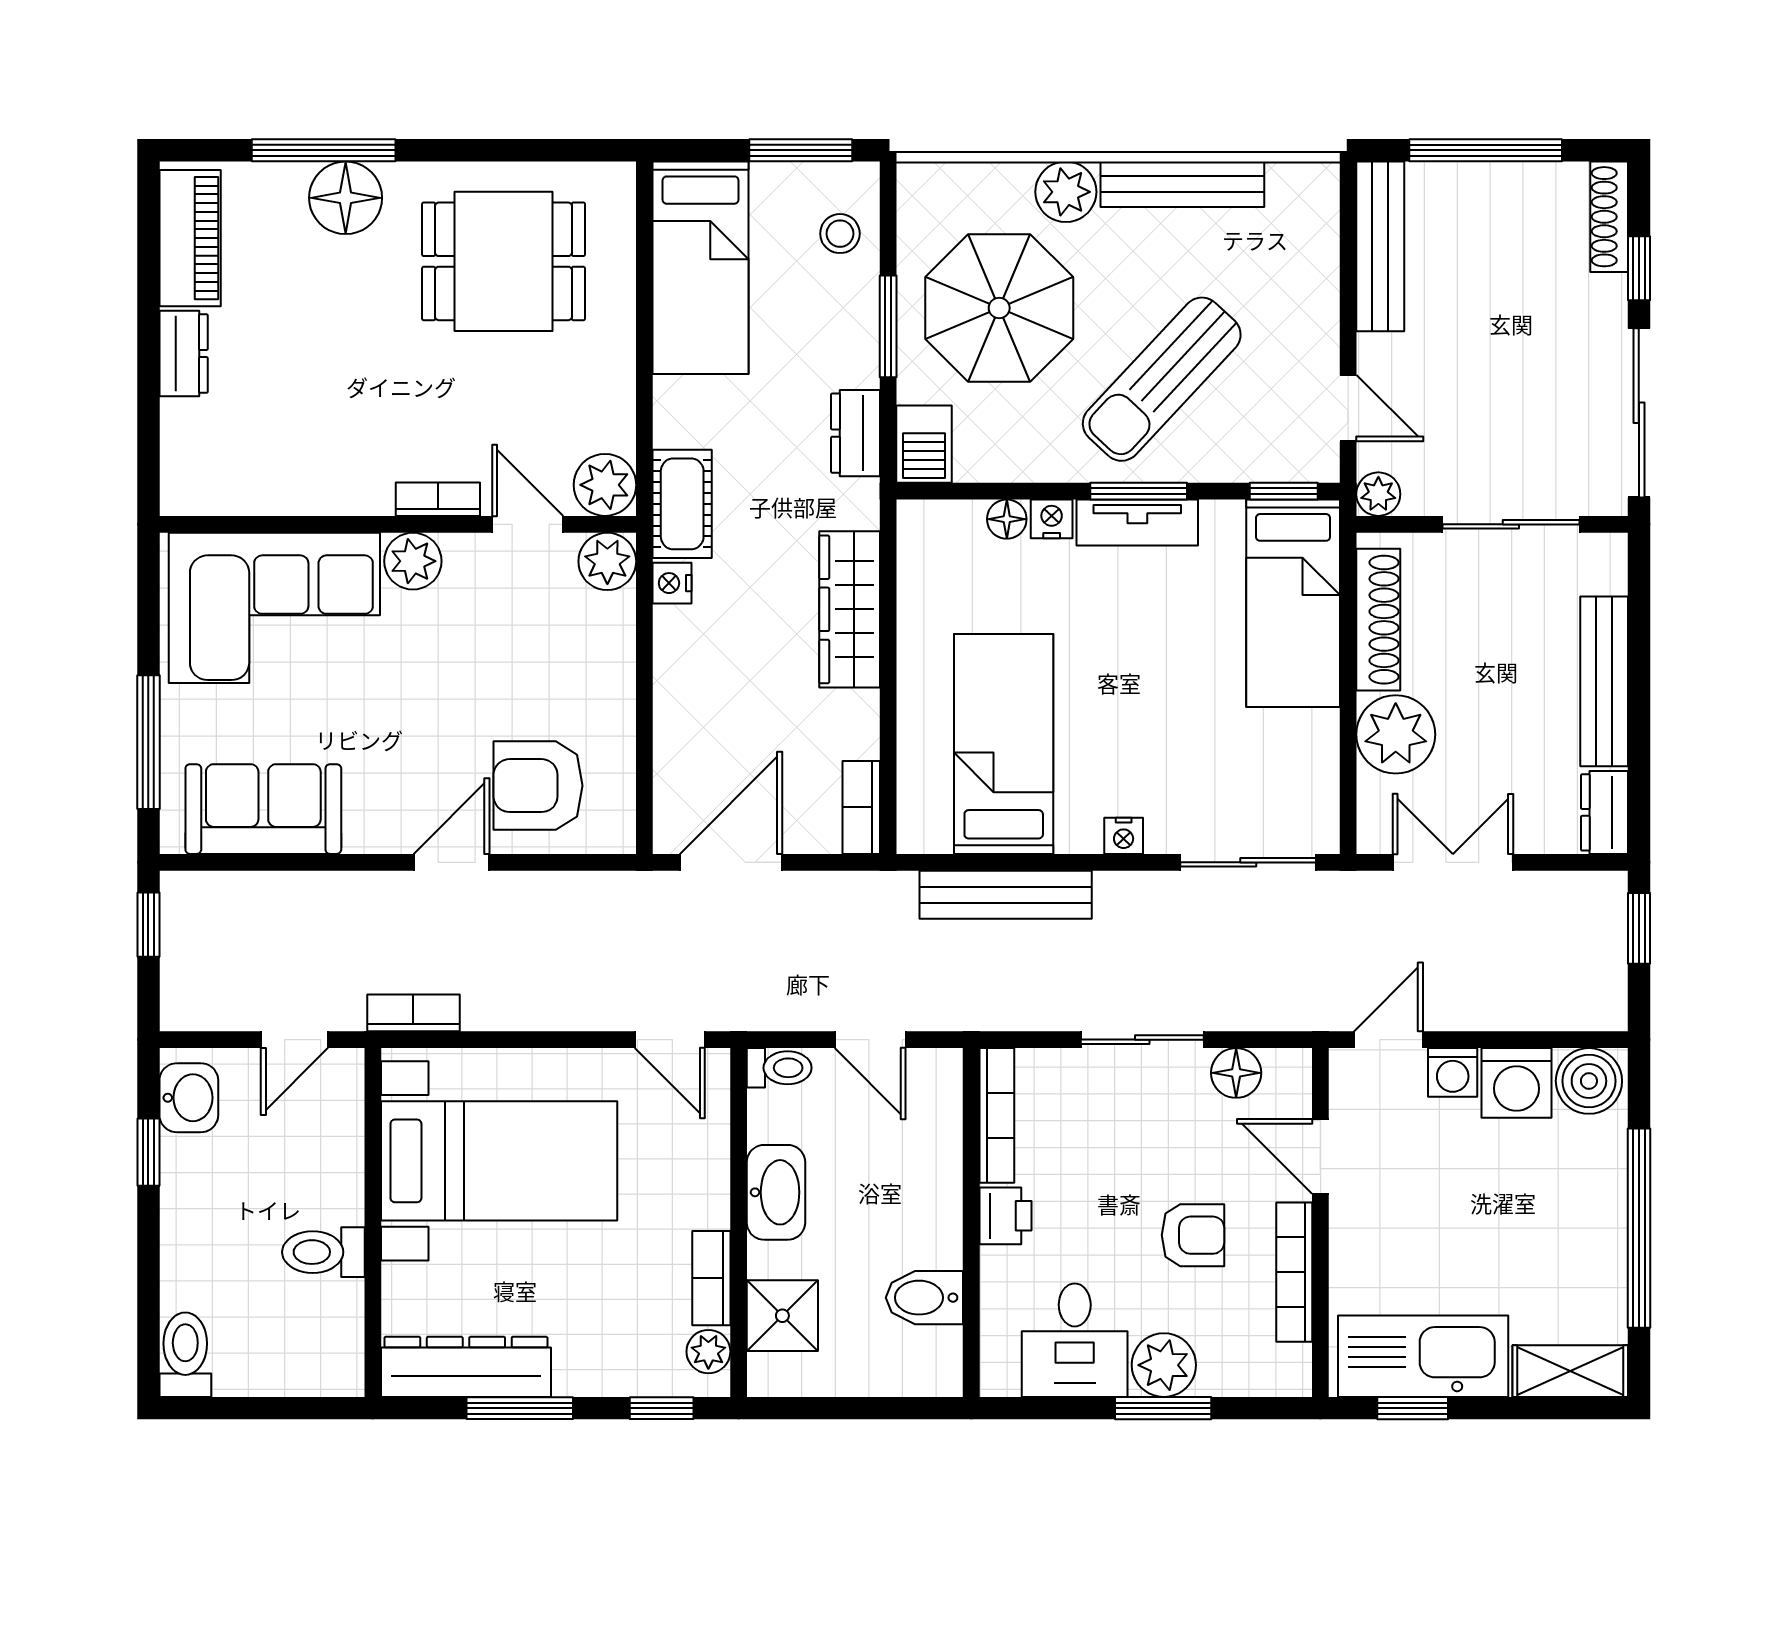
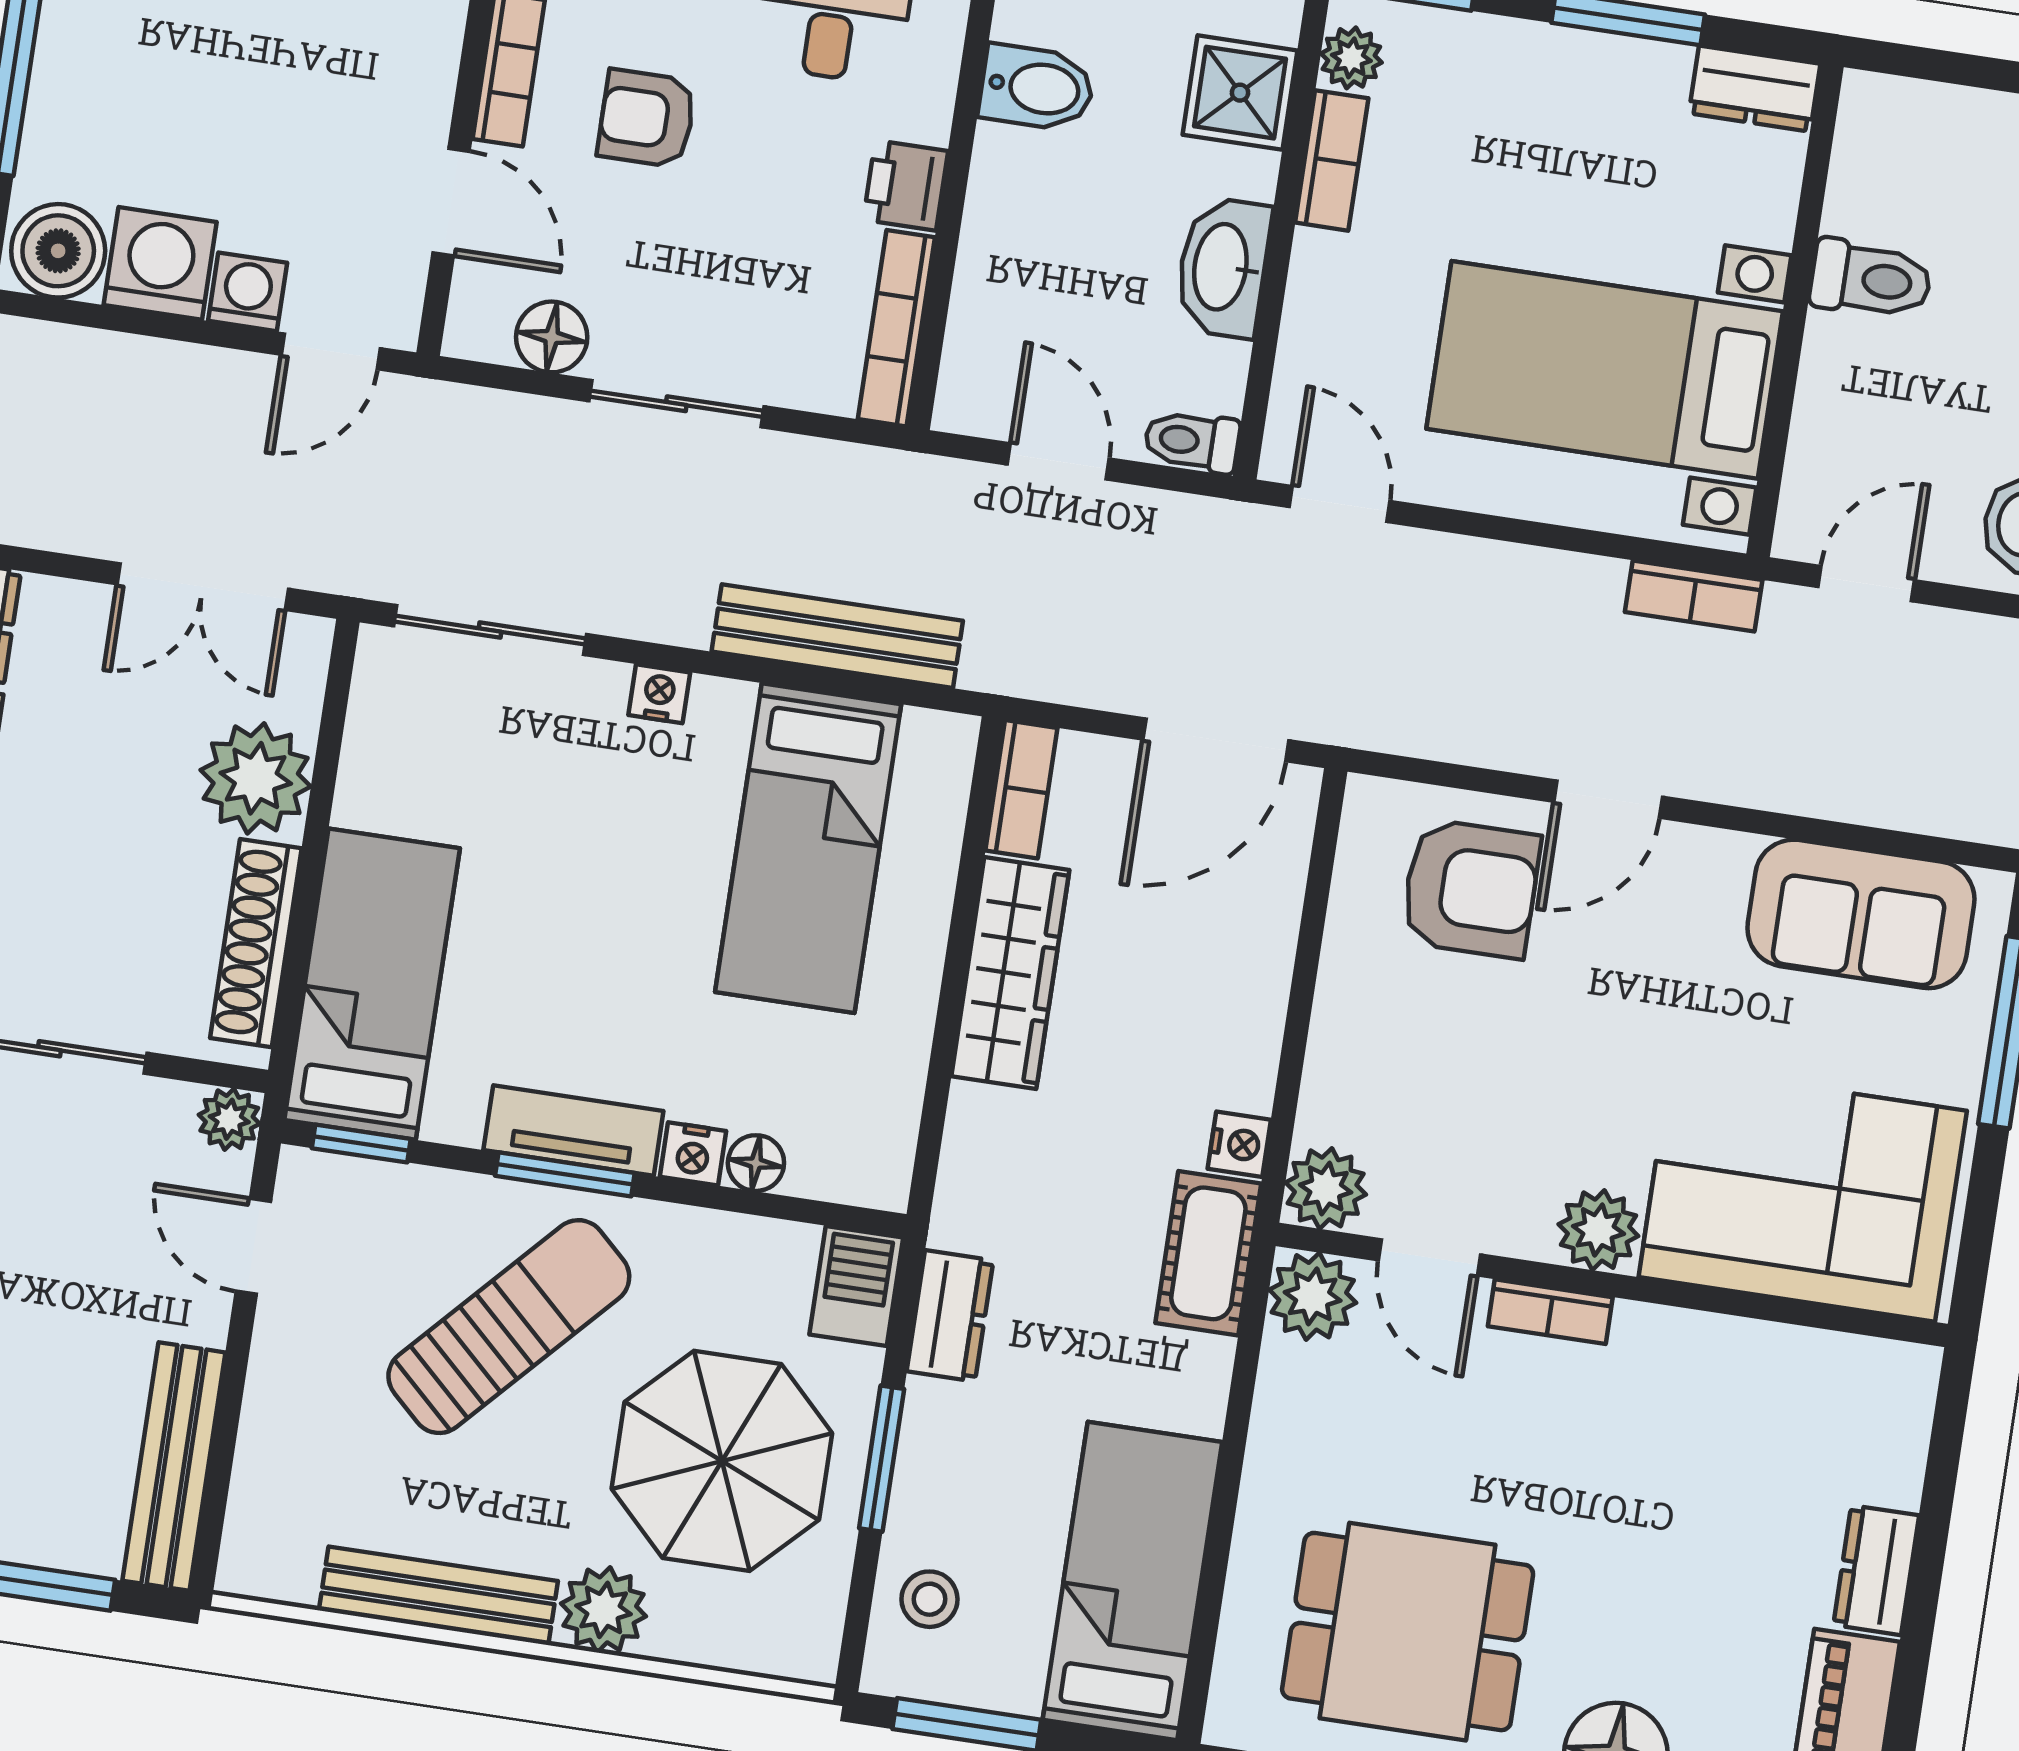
wardrobe: (850, 609) -> (1010, 973), moved
dresser: (466, 1367) -> (1755, 89), width x0.51, depth x0.80

